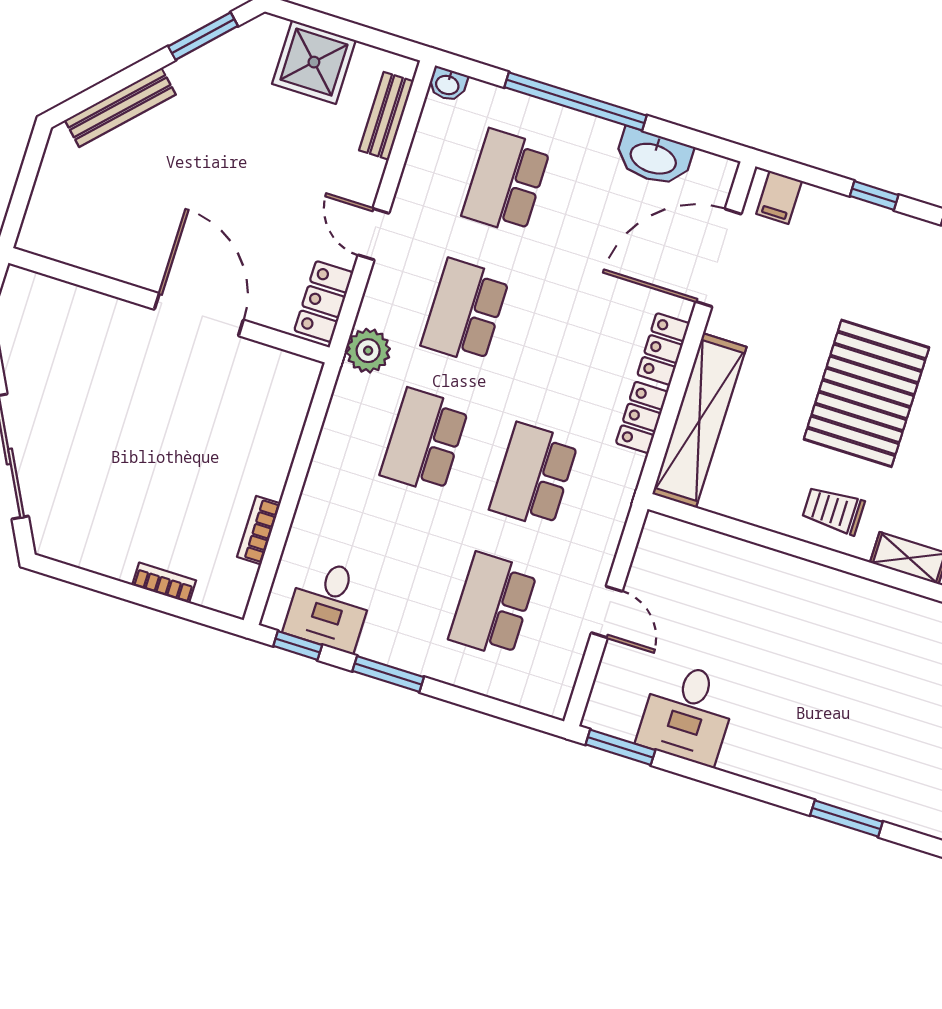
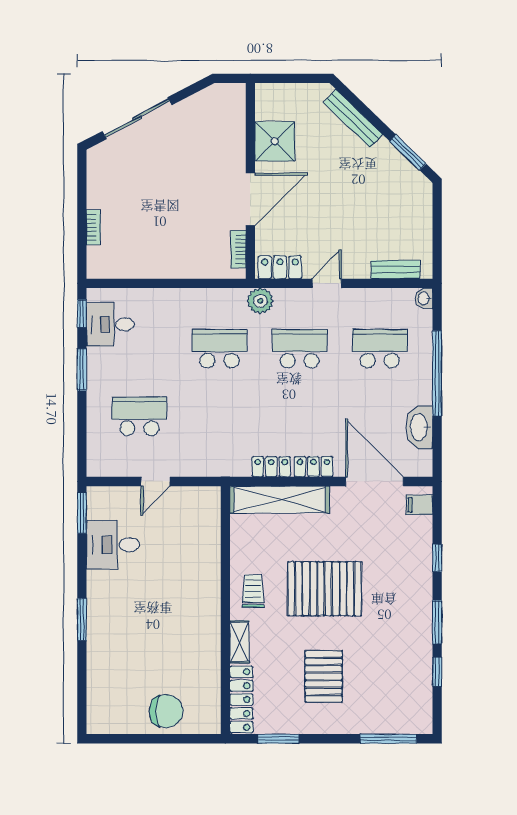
shower: (314, 62) -> (275, 141), moved
school desk: (534, 475) -> (219, 416), removed
bookcase: (259, 530) -> (238, 249), moved, turned -90
window: (846, 819) -> (82, 619), moved

